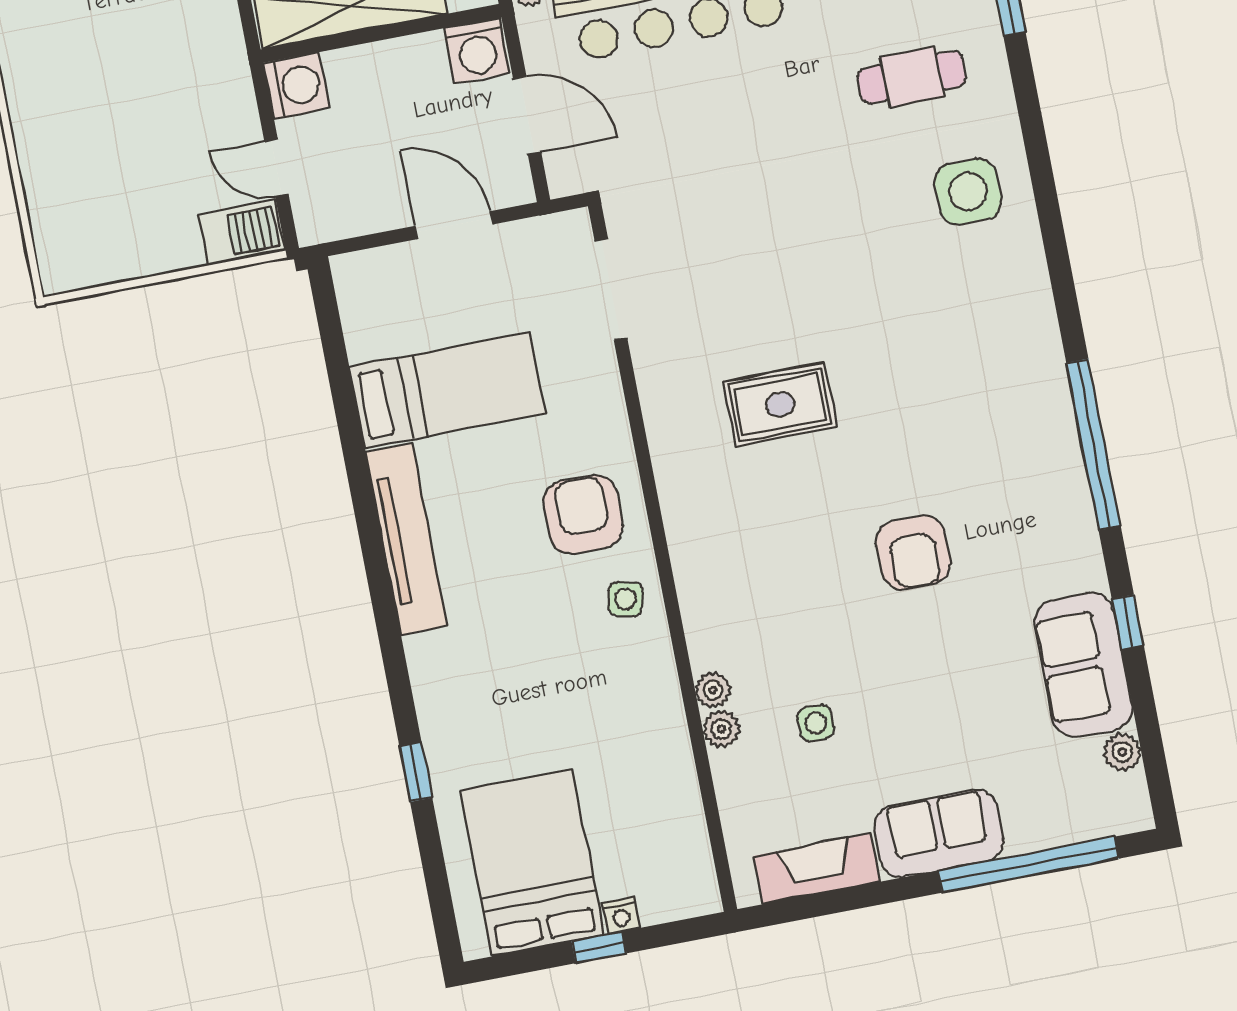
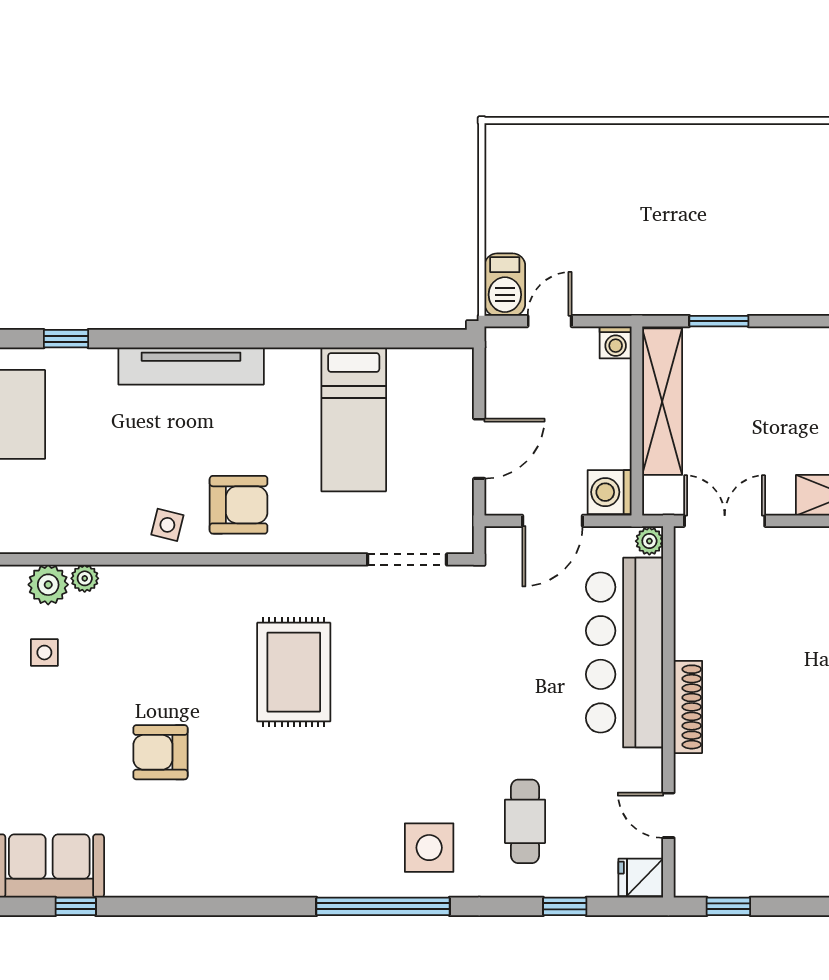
washing machine: (296, 85) -> (616, 342), width x0.73, depth x0.73
rug: (780, 404) -> (294, 672), width x1.36, depth x1.43
window: (1094, 445) -> (383, 906), moved
tv unit: (407, 539) -> (191, 366), moved
plant: (721, 729) -> (48, 585), width x1.38, depth x1.38

